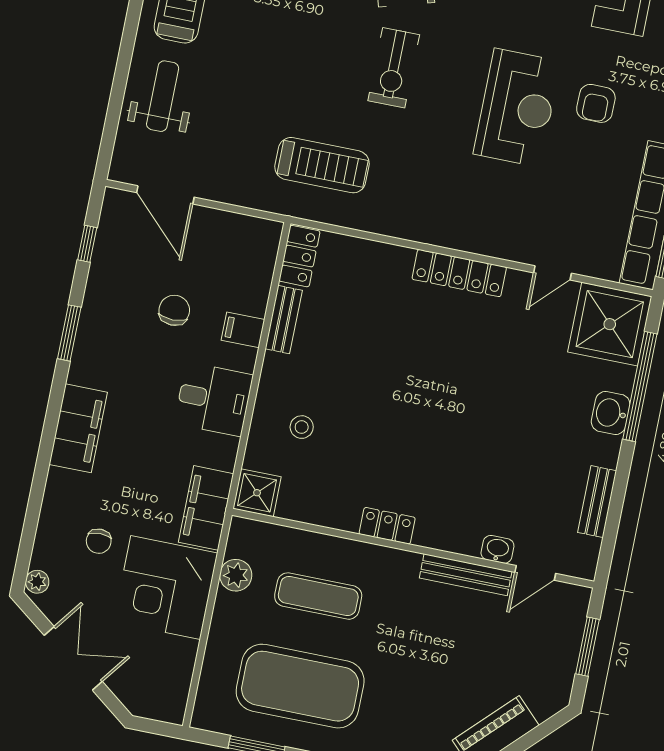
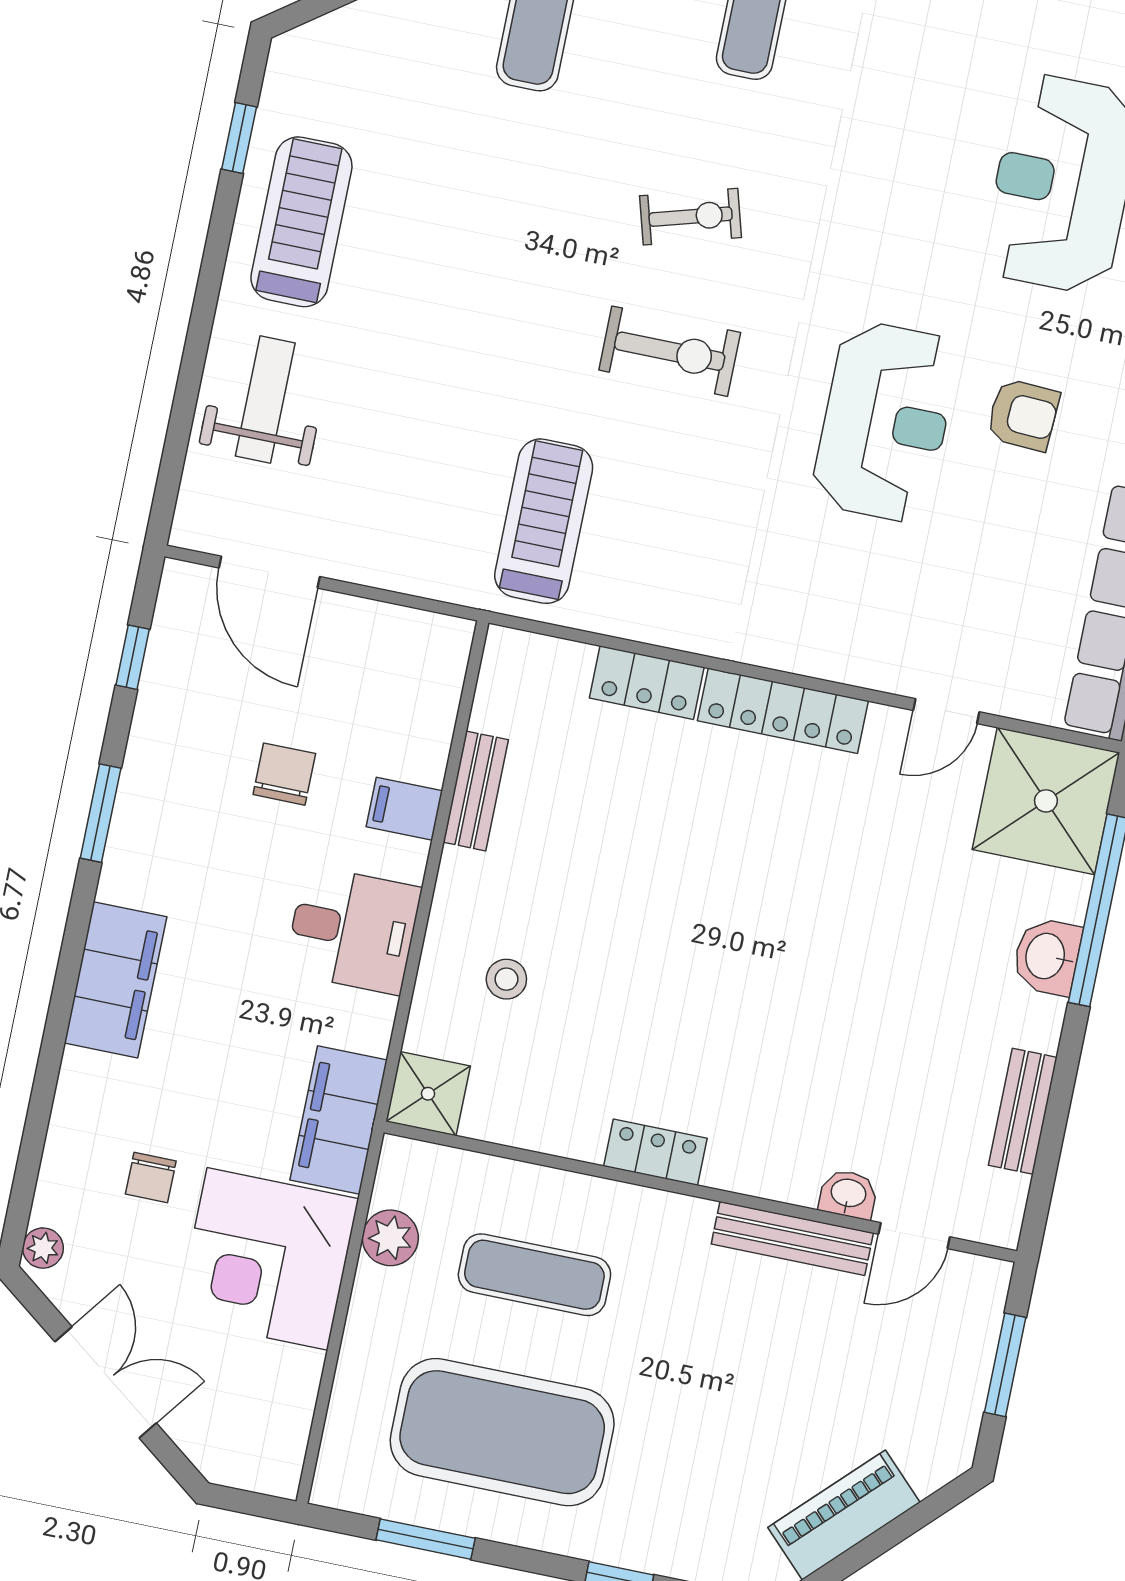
exercise bike: (394, 68) -> (670, 351), turned -90
armchair: (596, 103) -> (1023, 415), turned -87
treadmill: (322, 165) -> (544, 521), turned -90
locker: (299, 256) -> (647, 683), moved, turned 90

